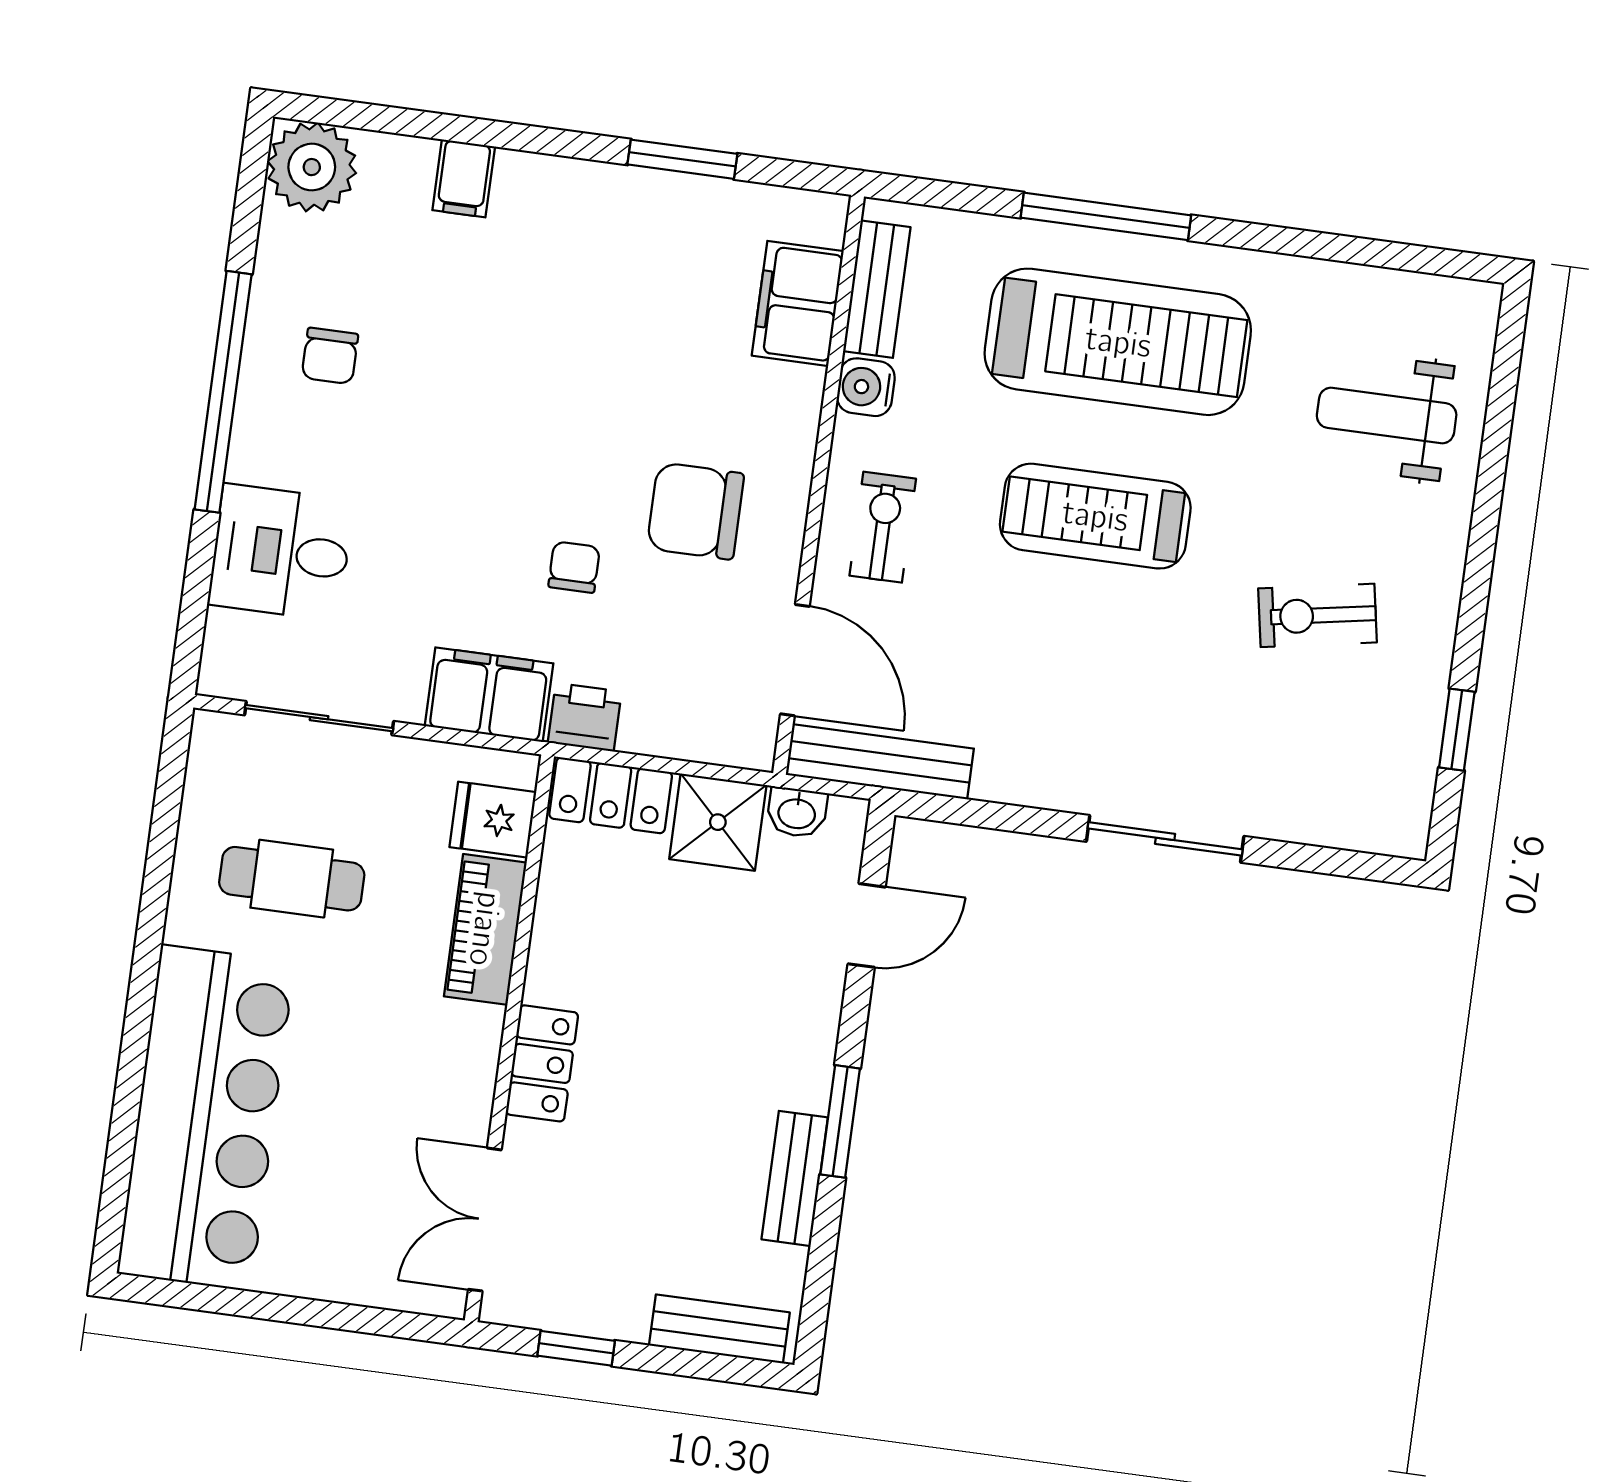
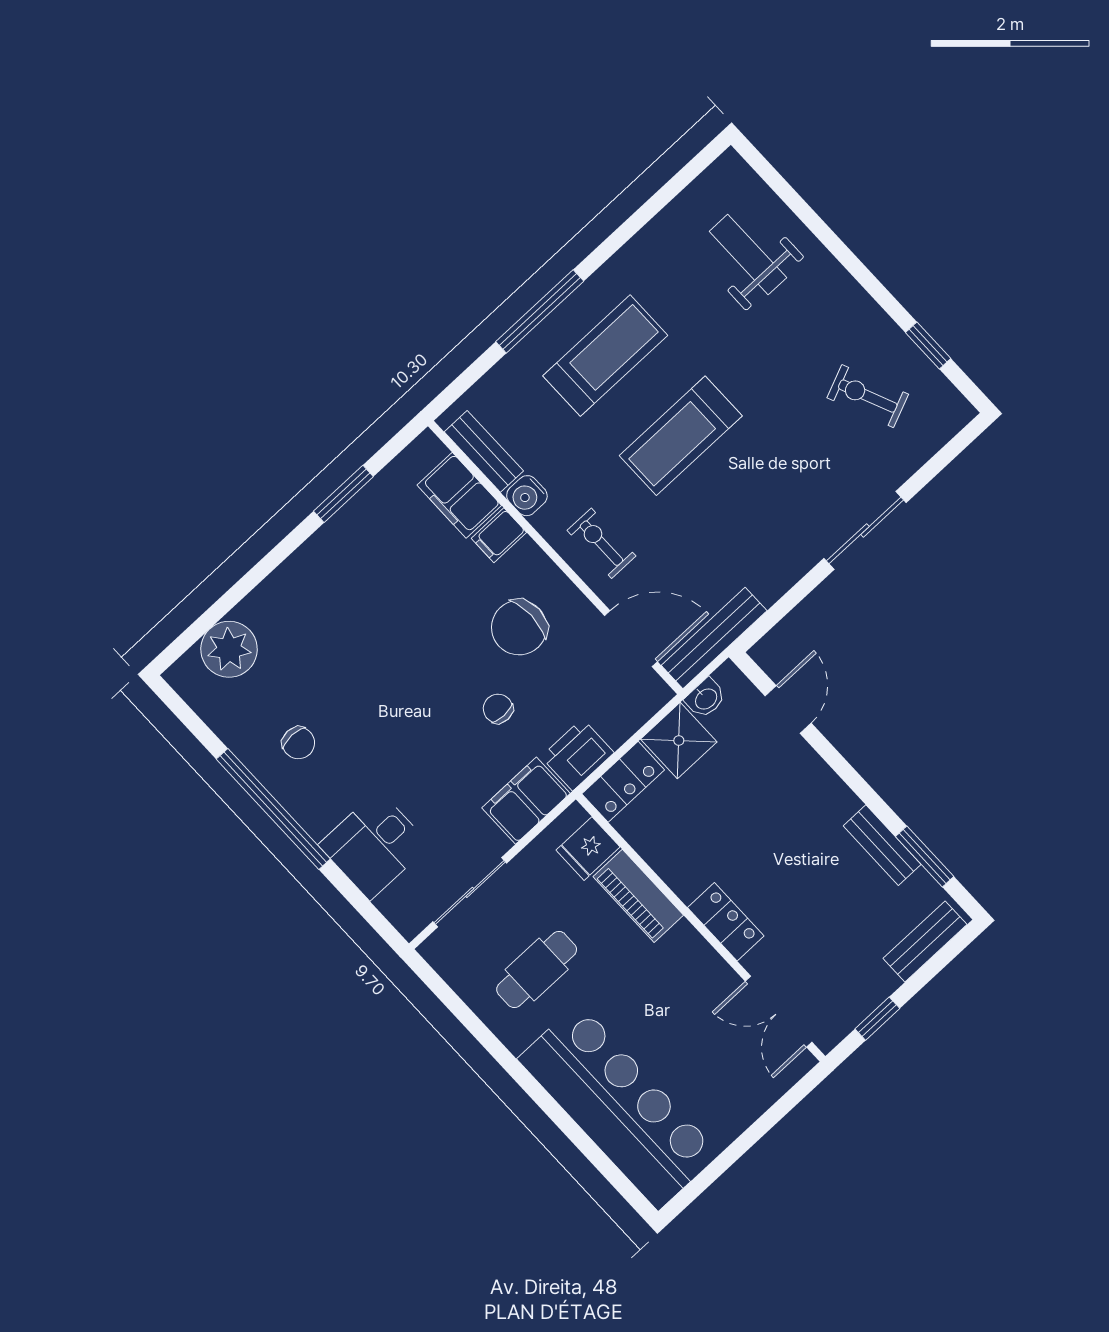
plant: (312, 167) -> (229, 649), moved
filing cabinet: (464, 178) -> (499, 535), moved, turned 90
treadmill: (1118, 342) -> (605, 356), width x0.73, depth x0.73
weight bench: (1387, 416) -> (748, 255), turned 90
exercise bike: (1318, 615) -> (868, 396), moved, turned 77
printer: (585, 717) -> (577, 755), width x1.36, depth x1.24
window: (840, 1121) -> (925, 856), moved

